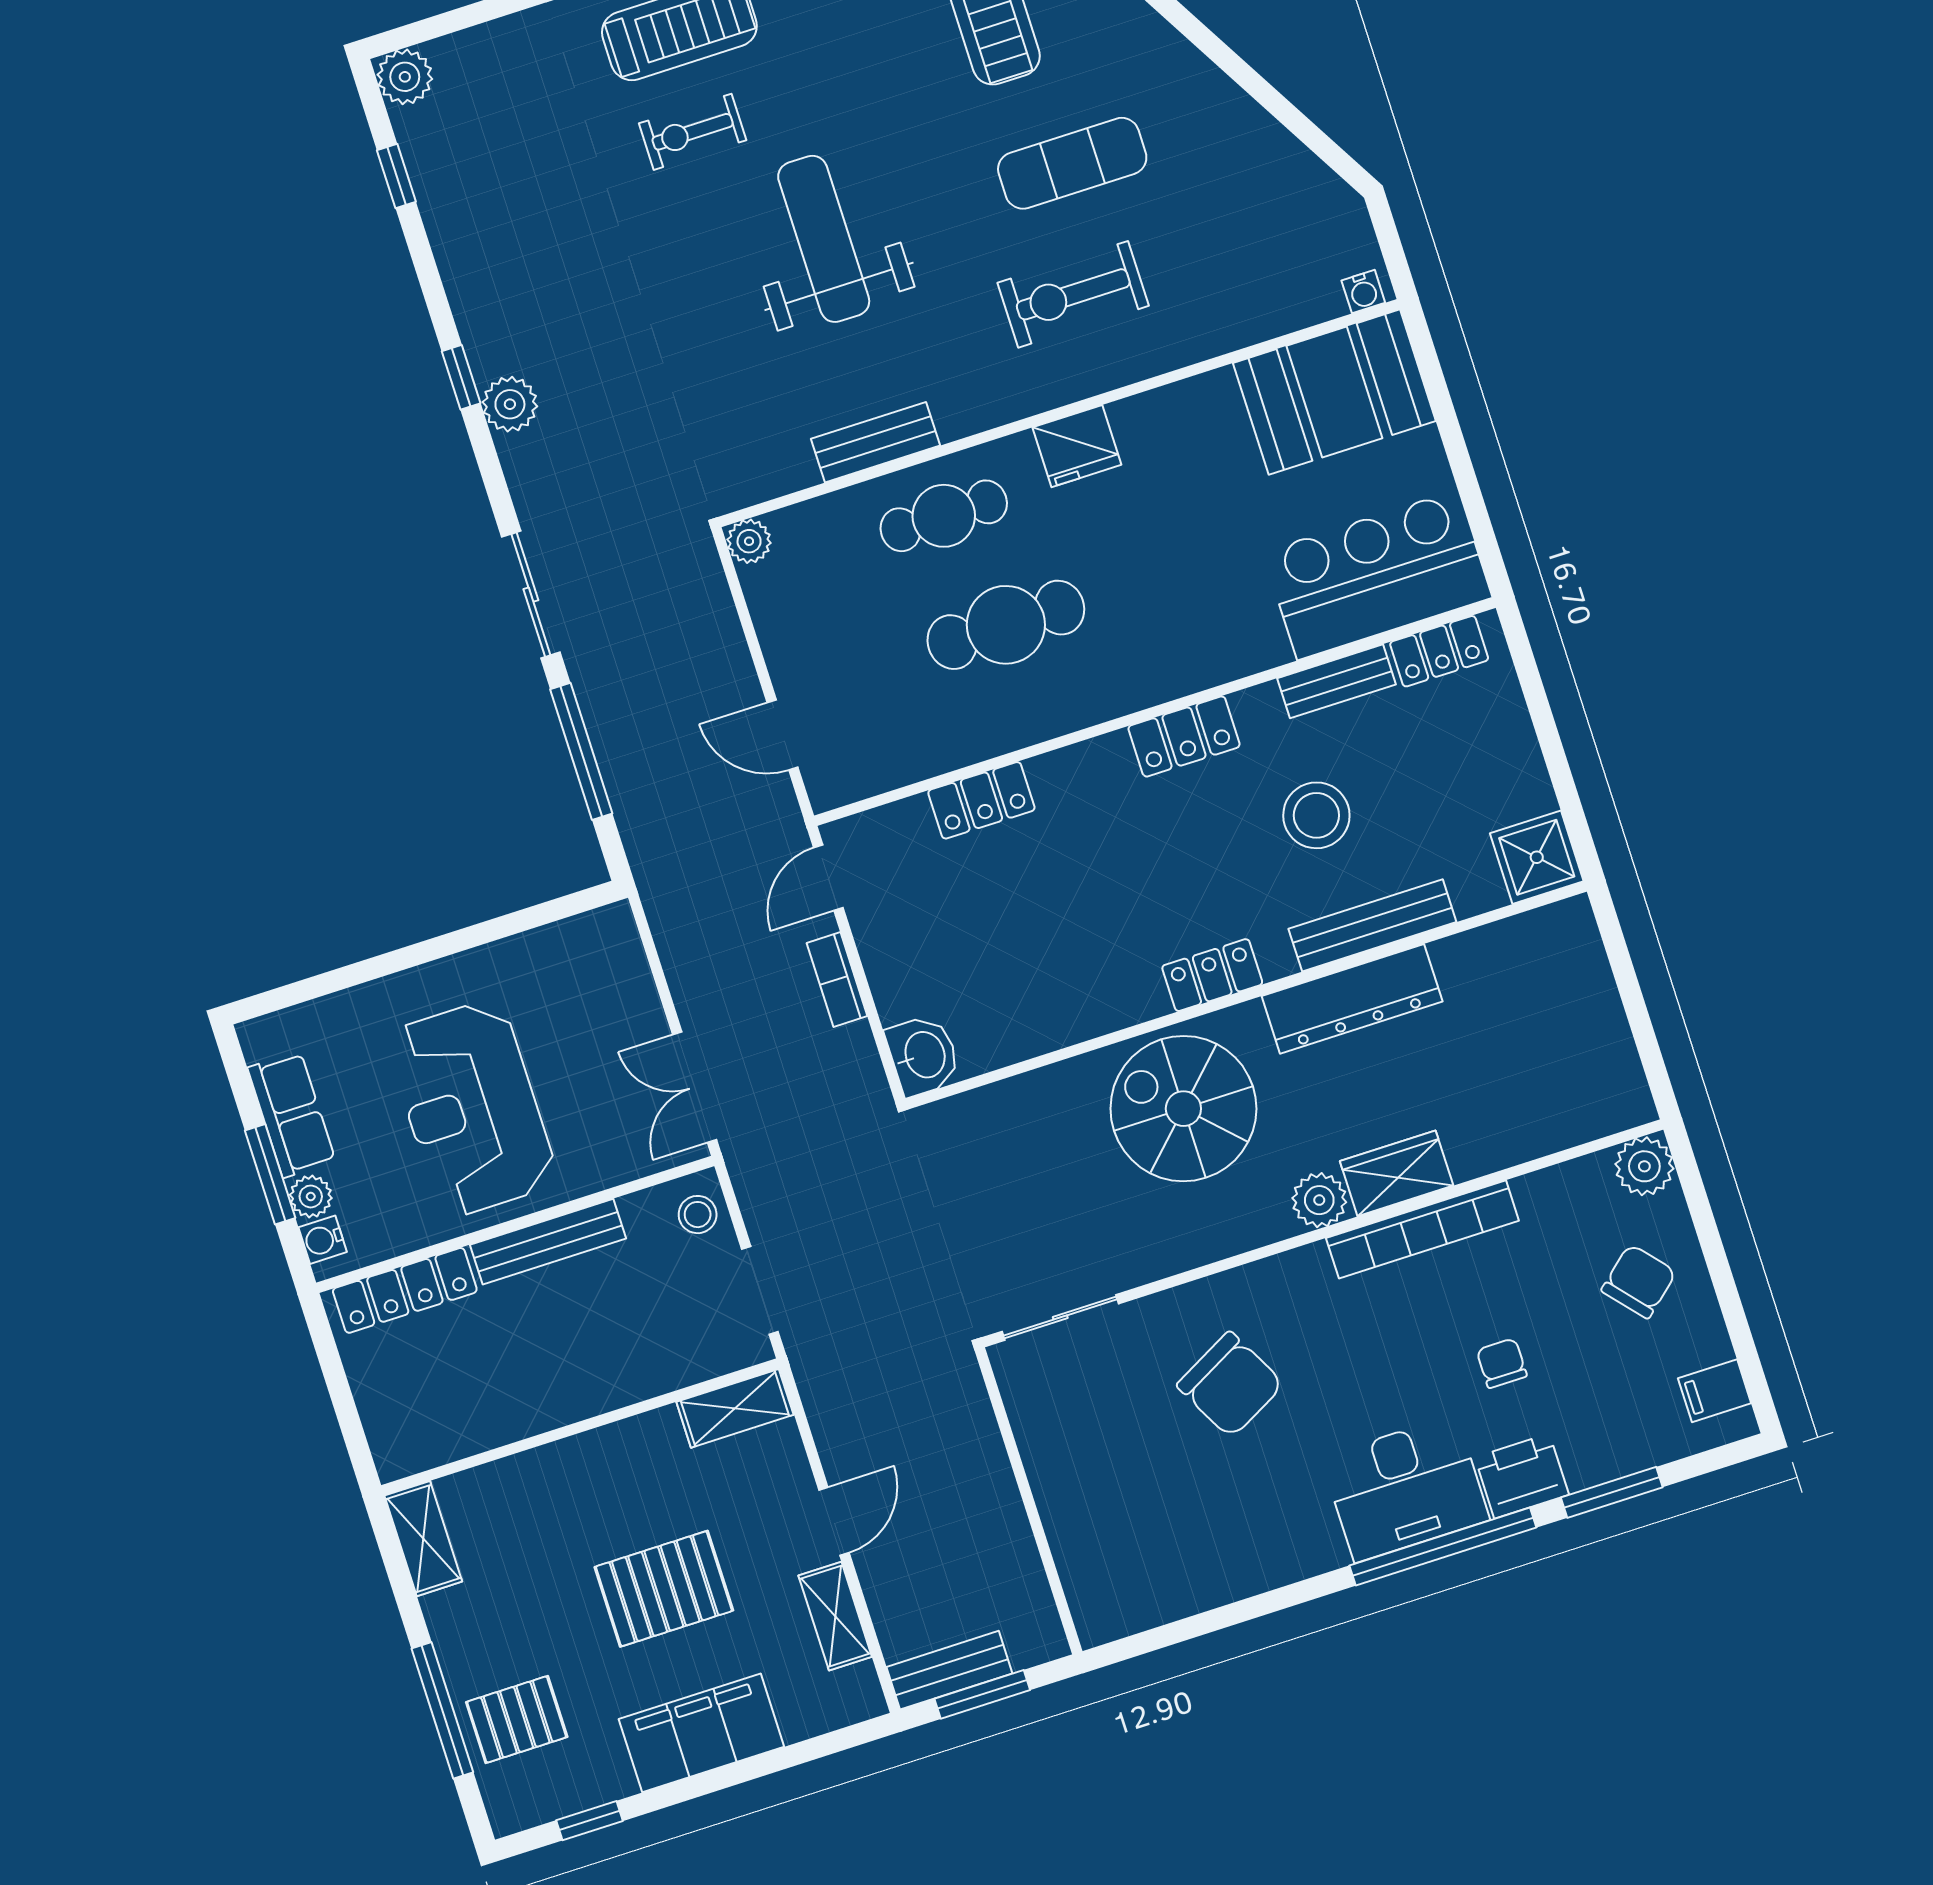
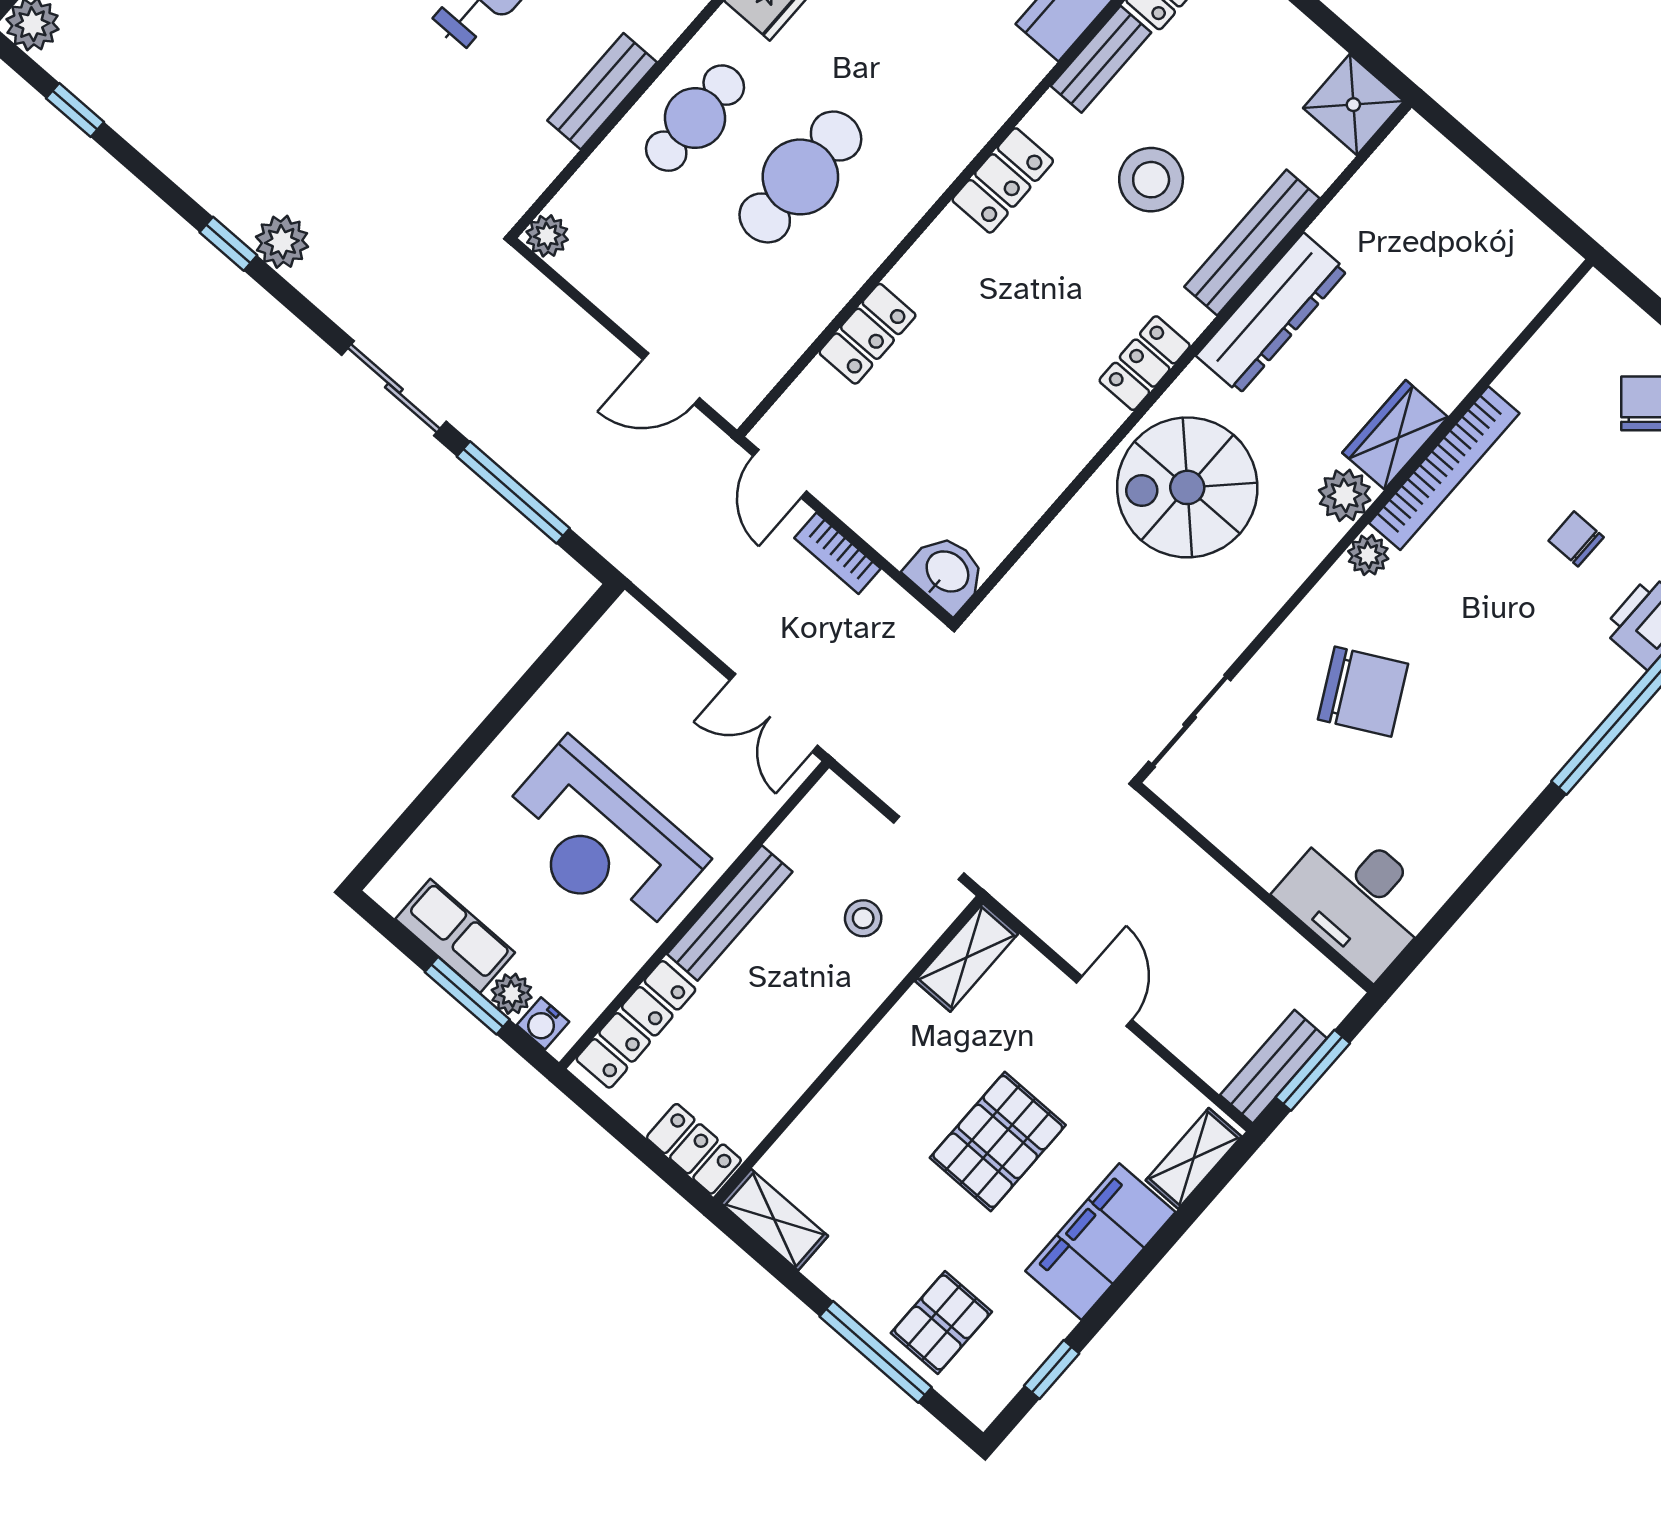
plant: (1644, 1166) -> (1368, 555), moved, width x0.73, depth x0.73
stool: (698, 1215) -> (863, 918), moved
locker: (390, 1432) -> (694, 1149), added
desk: (1405, 1489) -> (1357, 899), moved, turned 90
shelving: (835, 1616) -> (1194, 1158), moved, turned 90

